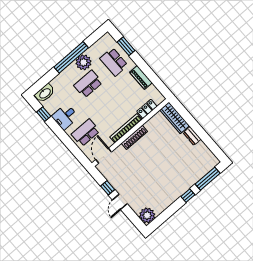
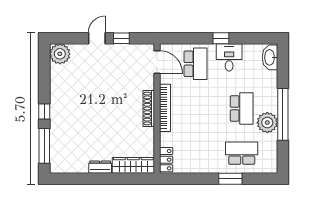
window: (126, 46) -> (230, 179), moved
piano: (141, 77) -> (203, 167), removed
locker: (147, 109) -> (166, 160), moved
window: (44, 114) -> (221, 38), moved
door: (120, 202) -> (97, 38), hinge flipped

